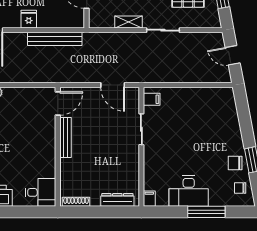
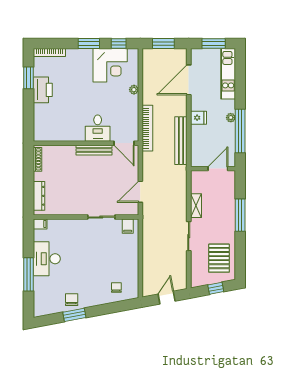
bookcase: (41, 77) -> (147, 128), added
chair: (240, 188) -> (116, 288), moved
desk: (41, 192) -> (98, 128), moved

